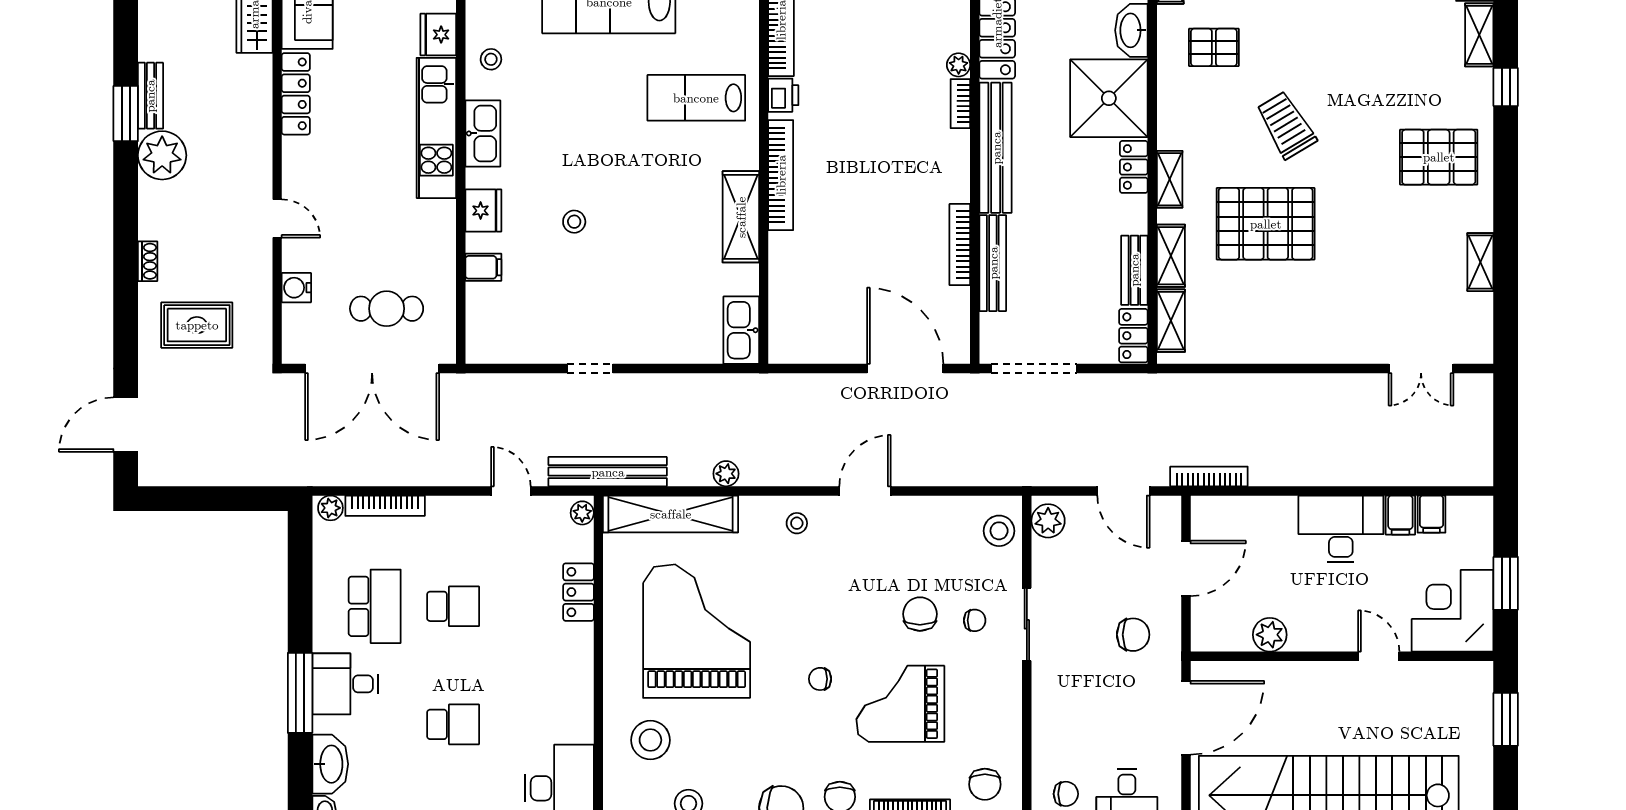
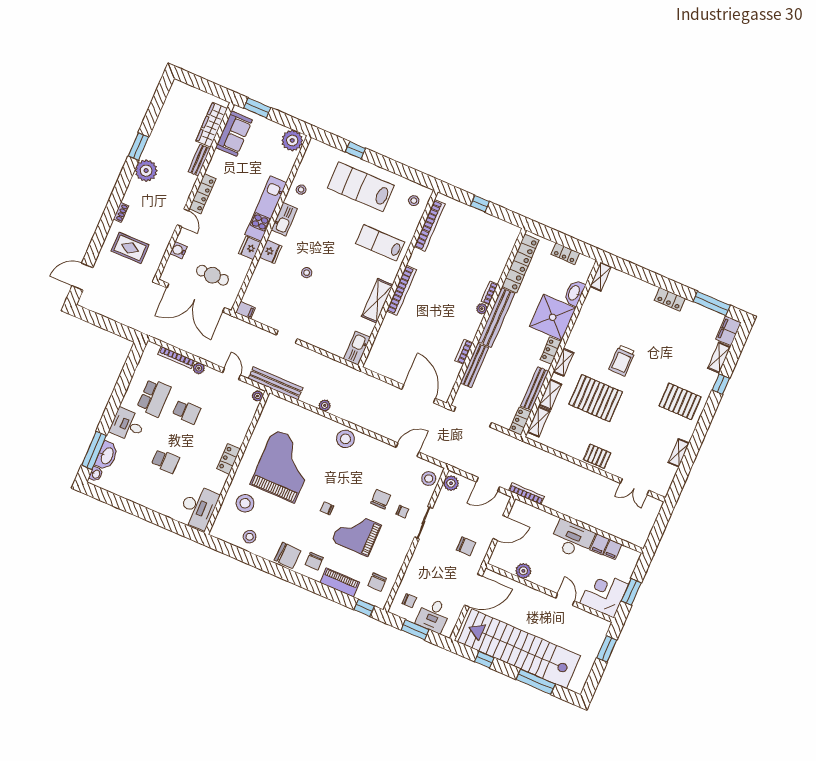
fridge: (438, 35) -> (250, 248), moved
pallet: (1214, 47) -> (597, 456), moved
plant: (959, 65) -> (482, 309), moved
locker: (296, 94) -> (203, 194), moved
printer: (783, 95) -> (417, 257), removed
bench: (150, 96) -> (199, 160), moved
trolley: (1286, 125) -> (622, 360), turned -149
bookcase: (960, 245) -> (464, 352), width x0.64
filing cabinet: (483, 267) -> (245, 310), moved
bench: (1134, 270) -> (535, 389), width x1.36
door: (865, 491) -> (408, 450), moved
door: (1123, 491) -> (488, 484), hinge flipped
plant: (330, 508) -> (199, 368), moved
shelving: (671, 514) -> (294, 412), removed
stool: (797, 523) -> (345, 439), width x1.89, depth x1.89
locker: (578, 592) -> (229, 459), moved
window: (300, 693) -> (94, 450), moved

